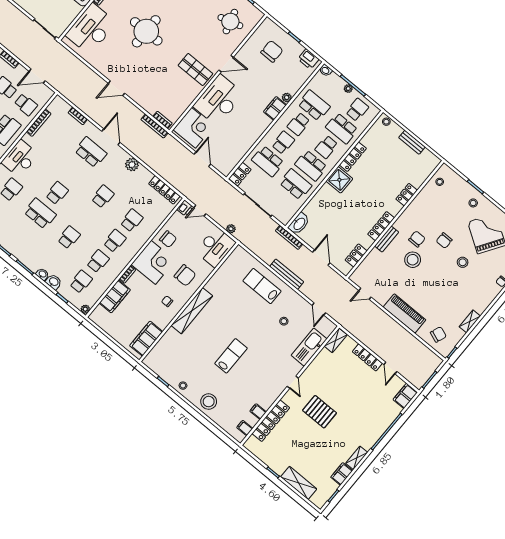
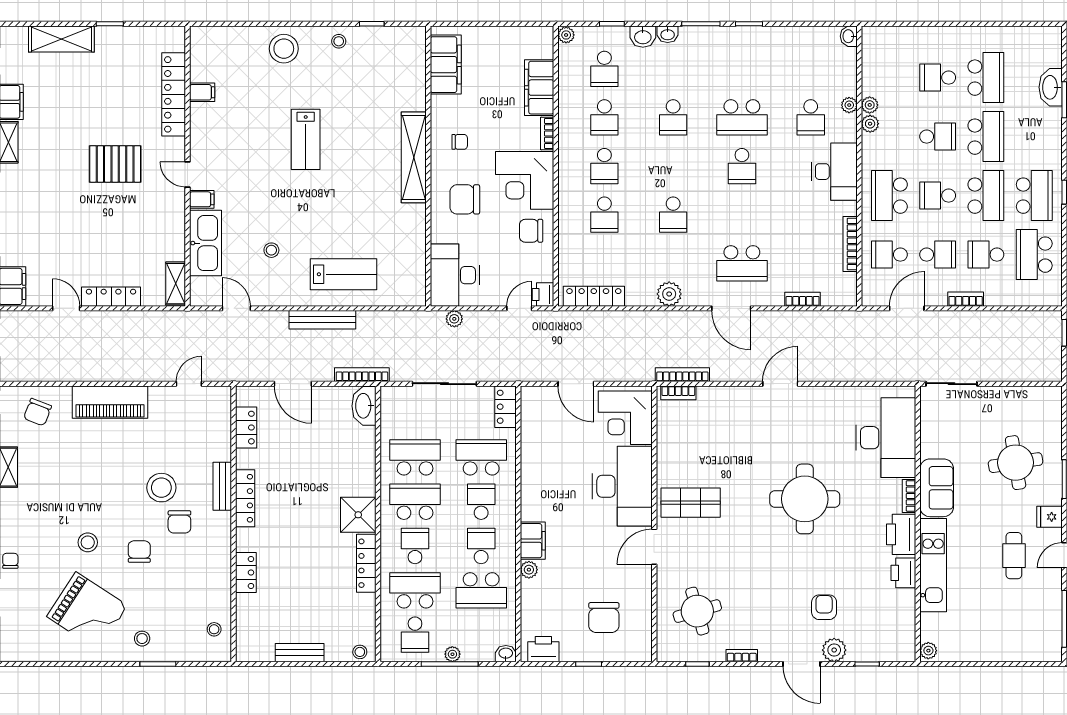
school desk: (283, 143) -> (481, 502), turned 180
school desk: (296, 184) -> (415, 457), turned 180
filing cabinet: (245, 428) -> (202, 199), moved

